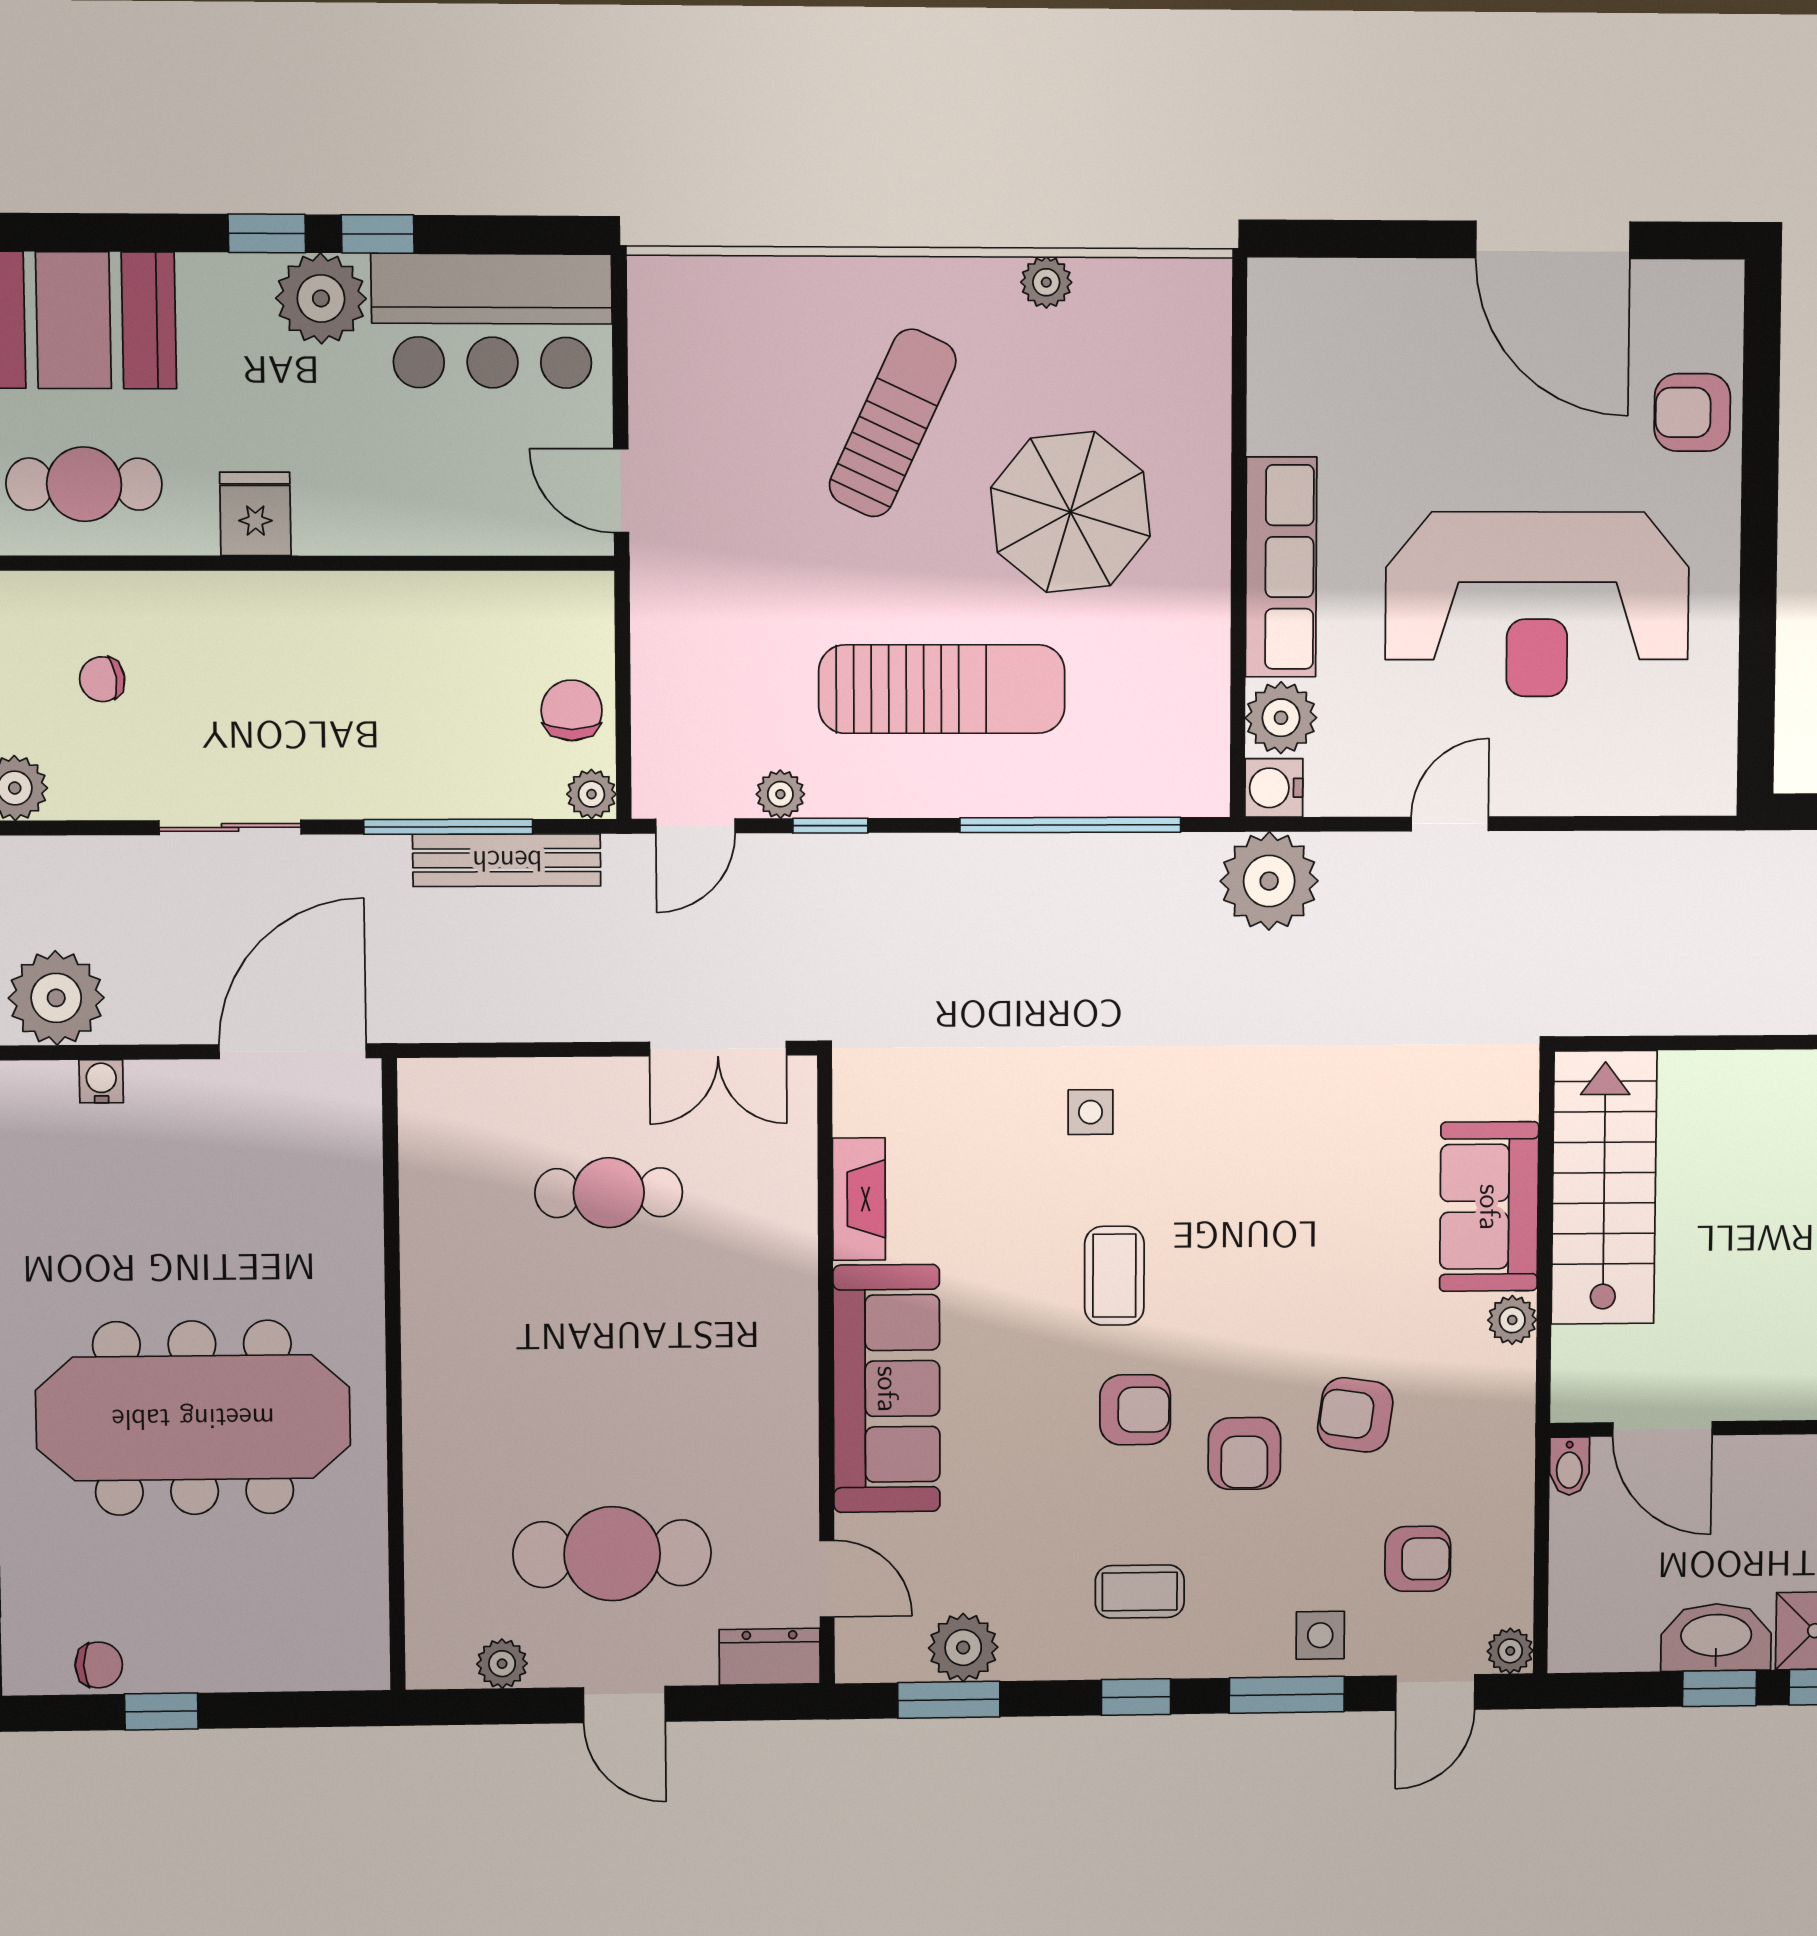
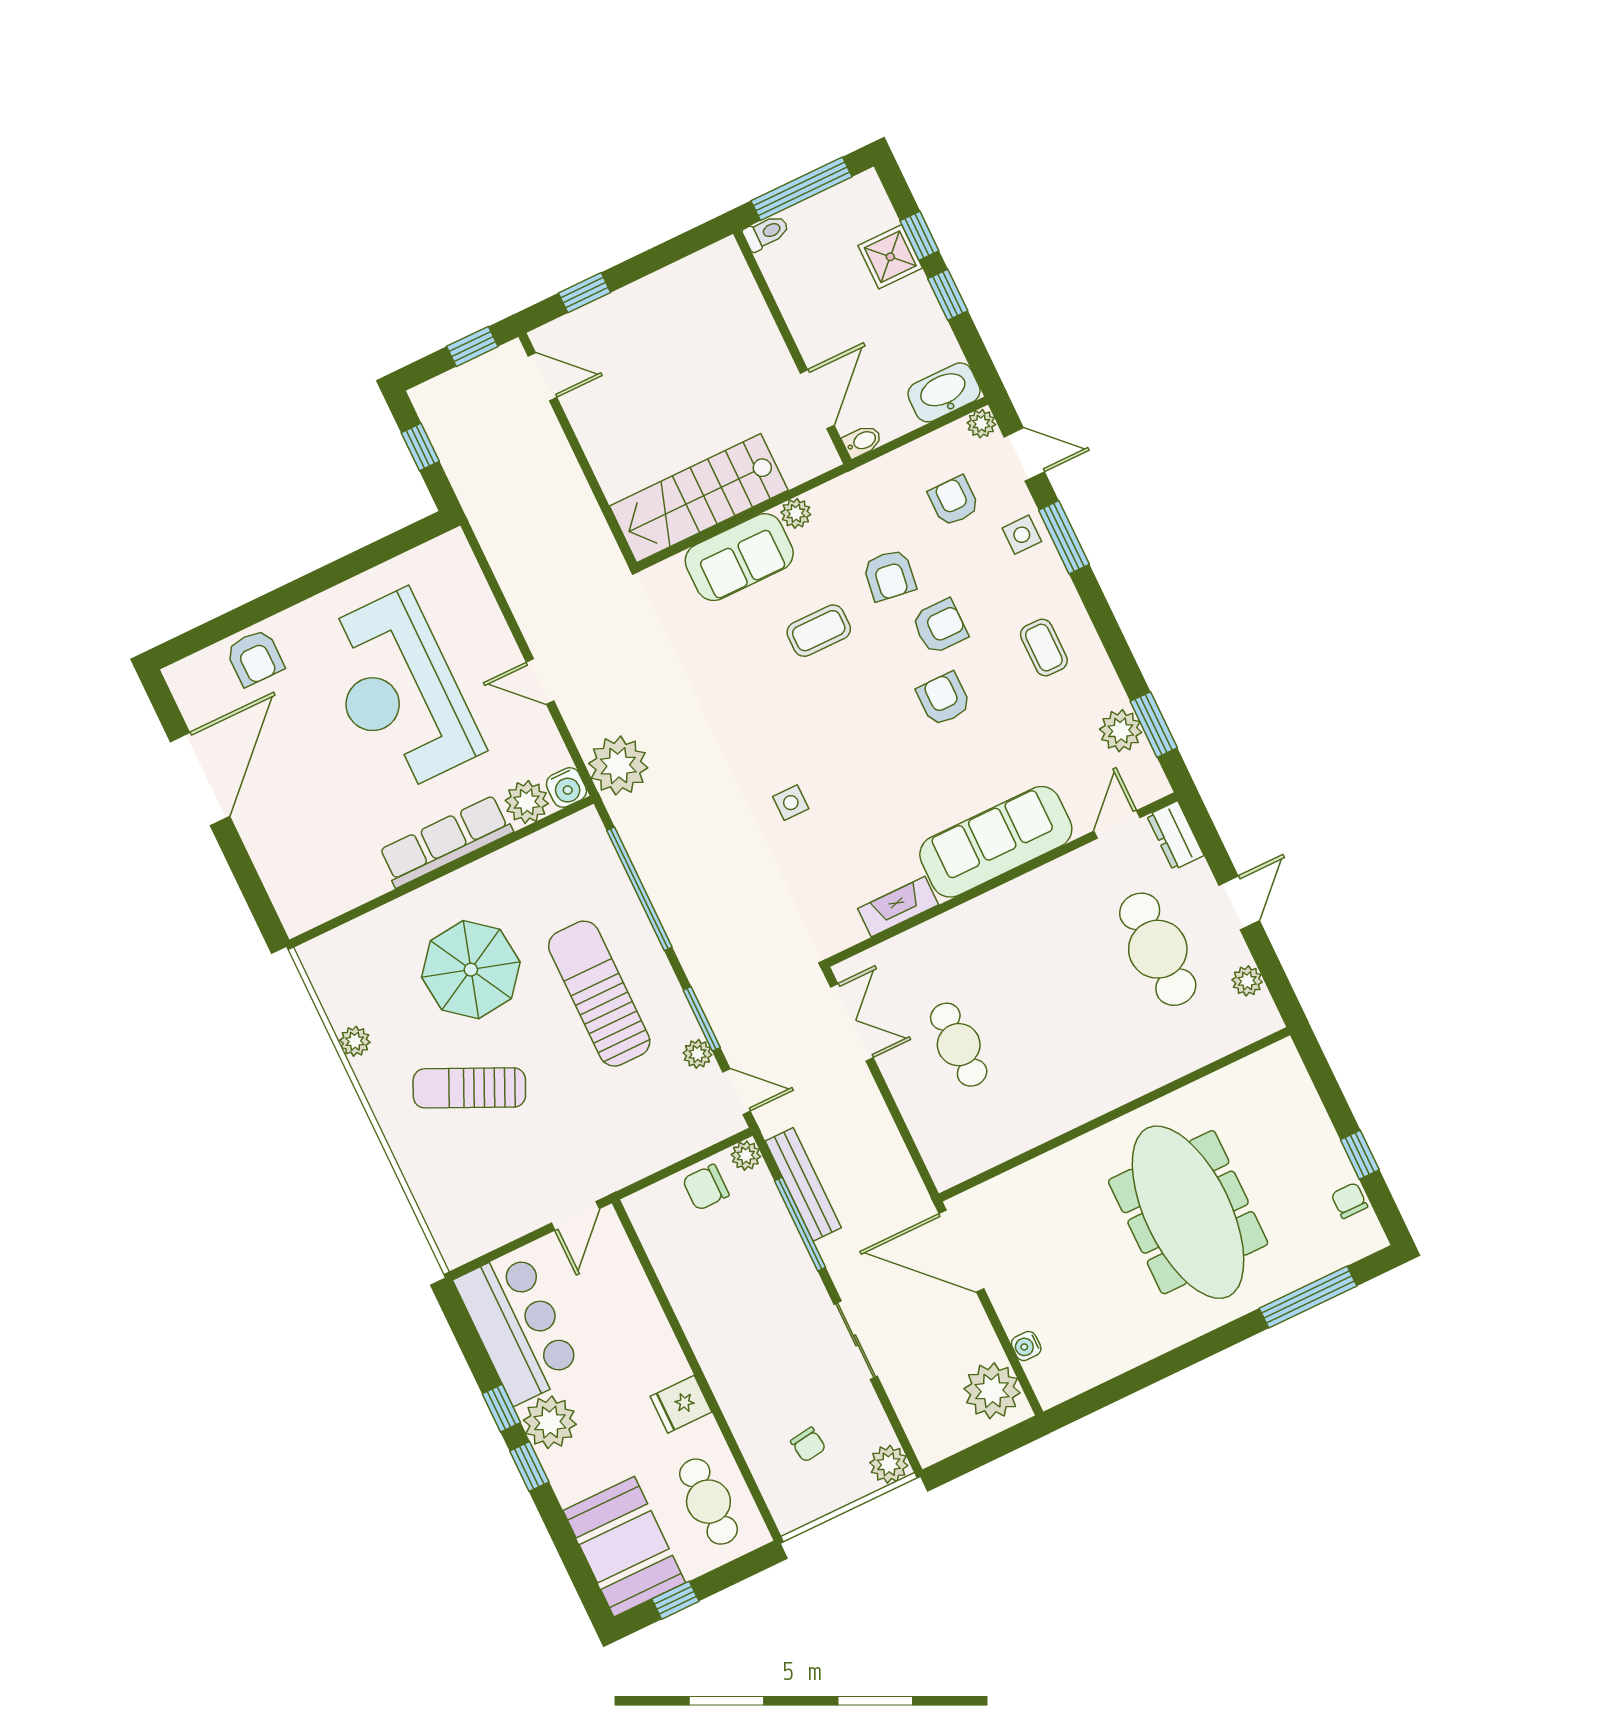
reception desk: (1537, 604) -> (399, 692), turned 180
window: (830, 826) -> (702, 1019), width x1.50
coffee table: (1114, 1276) -> (819, 631), moved
washbasin: (1716, 1637) -> (944, 392), moved, turned 90
window: (1136, 1697) -> (1104, 621), removed

